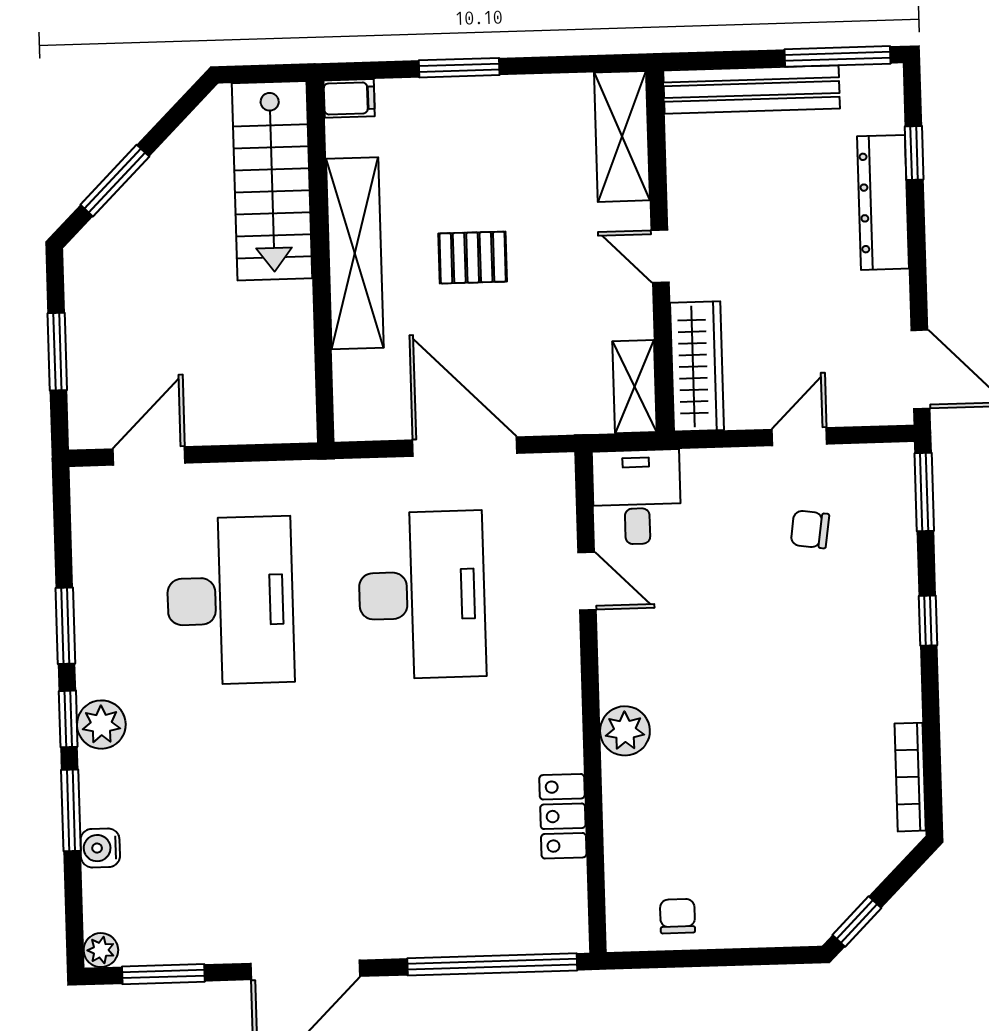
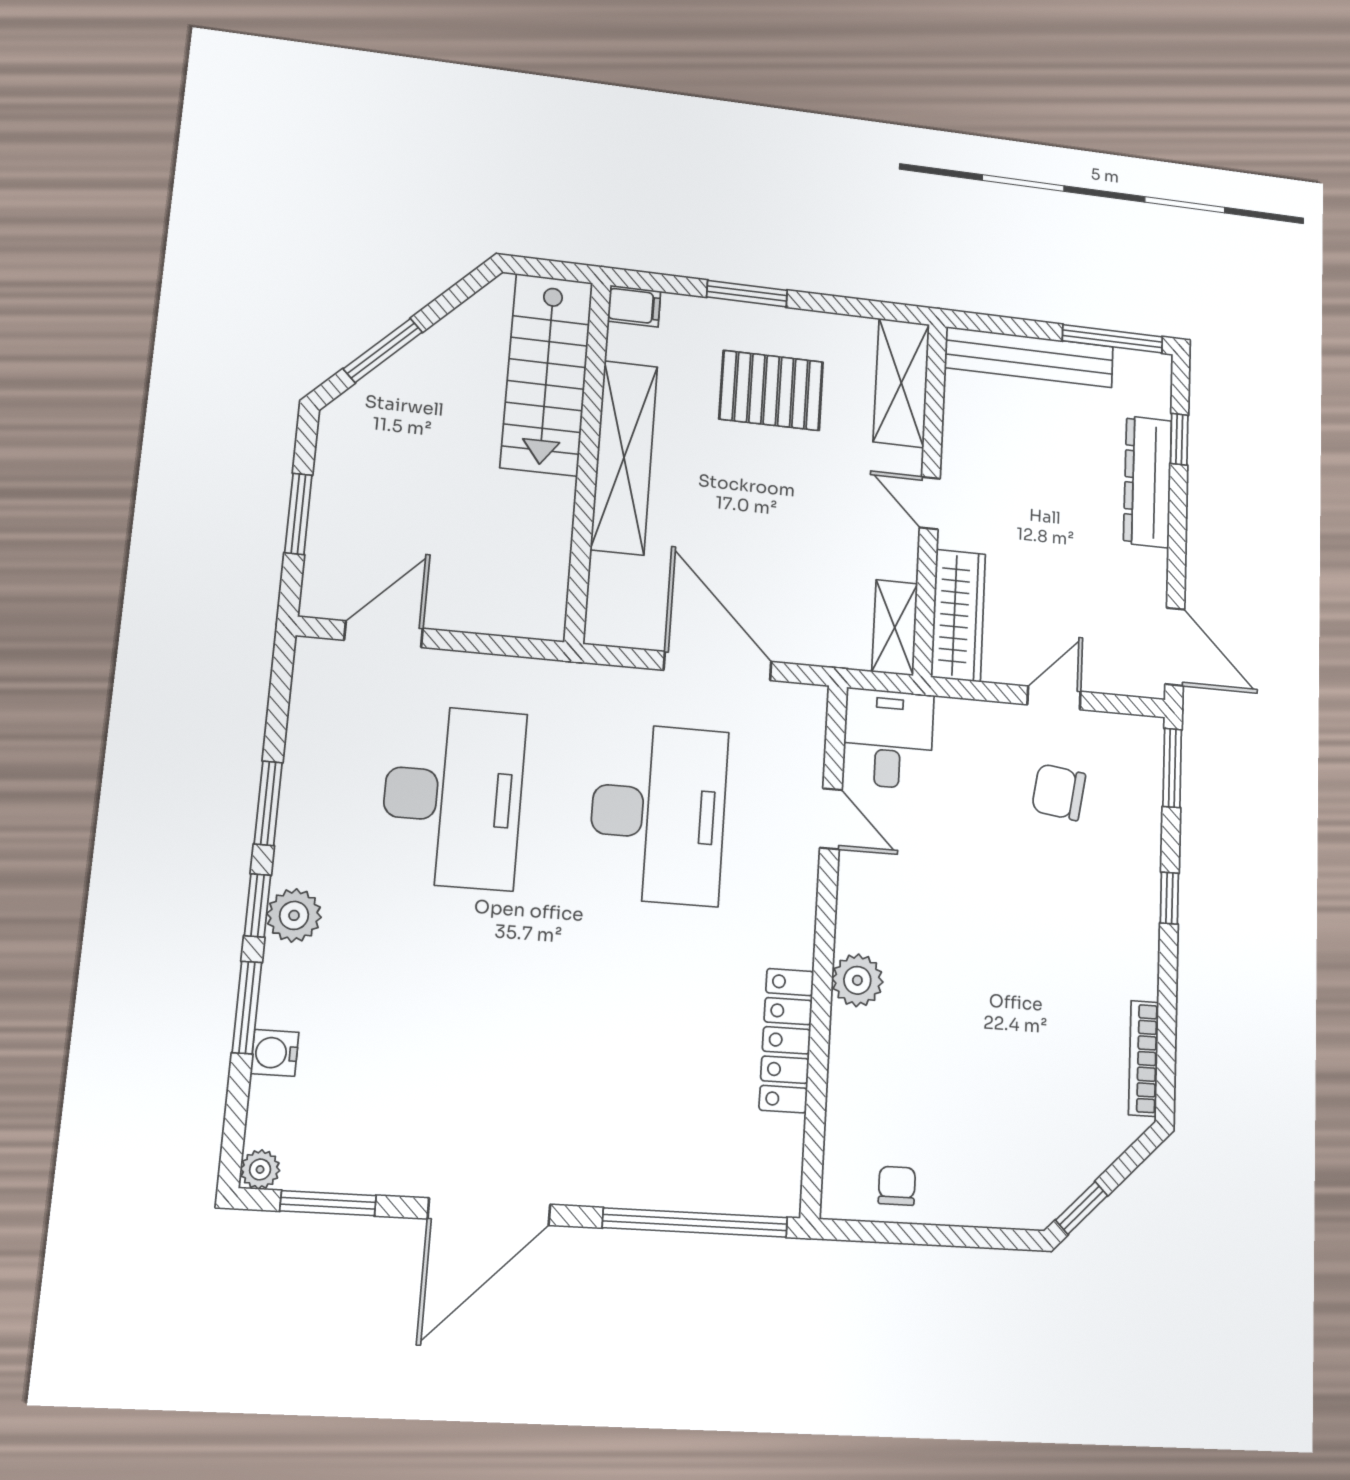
pallet: (473, 258) -> (771, 390), moved, width x1.50, depth x1.42
chair: (810, 529) -> (1059, 792), width x1.37, depth x1.37
locker: (563, 816) -> (786, 1040), width x1.53

